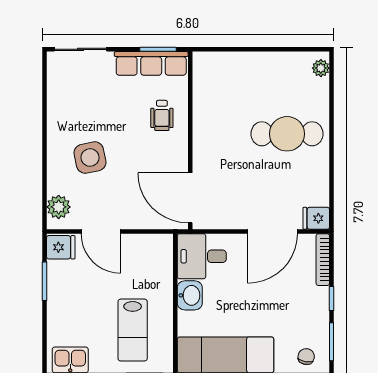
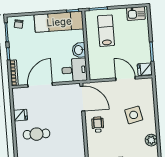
wheelchair: (162, 115) -> (98, 125), moved
cafe table: (287, 134) -> (37, 134), width x0.73, depth x0.74
plant: (59, 207) -> (151, 140), moved
fridge: (316, 218) -> (20, 115), moved

